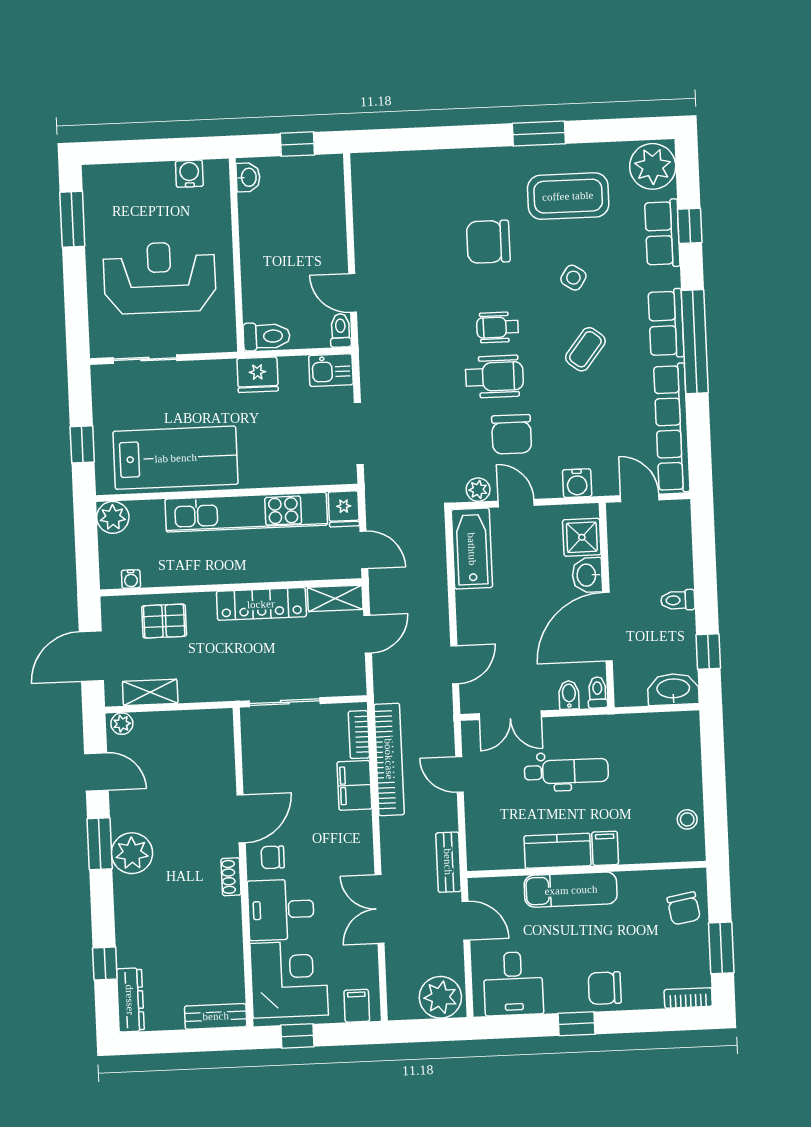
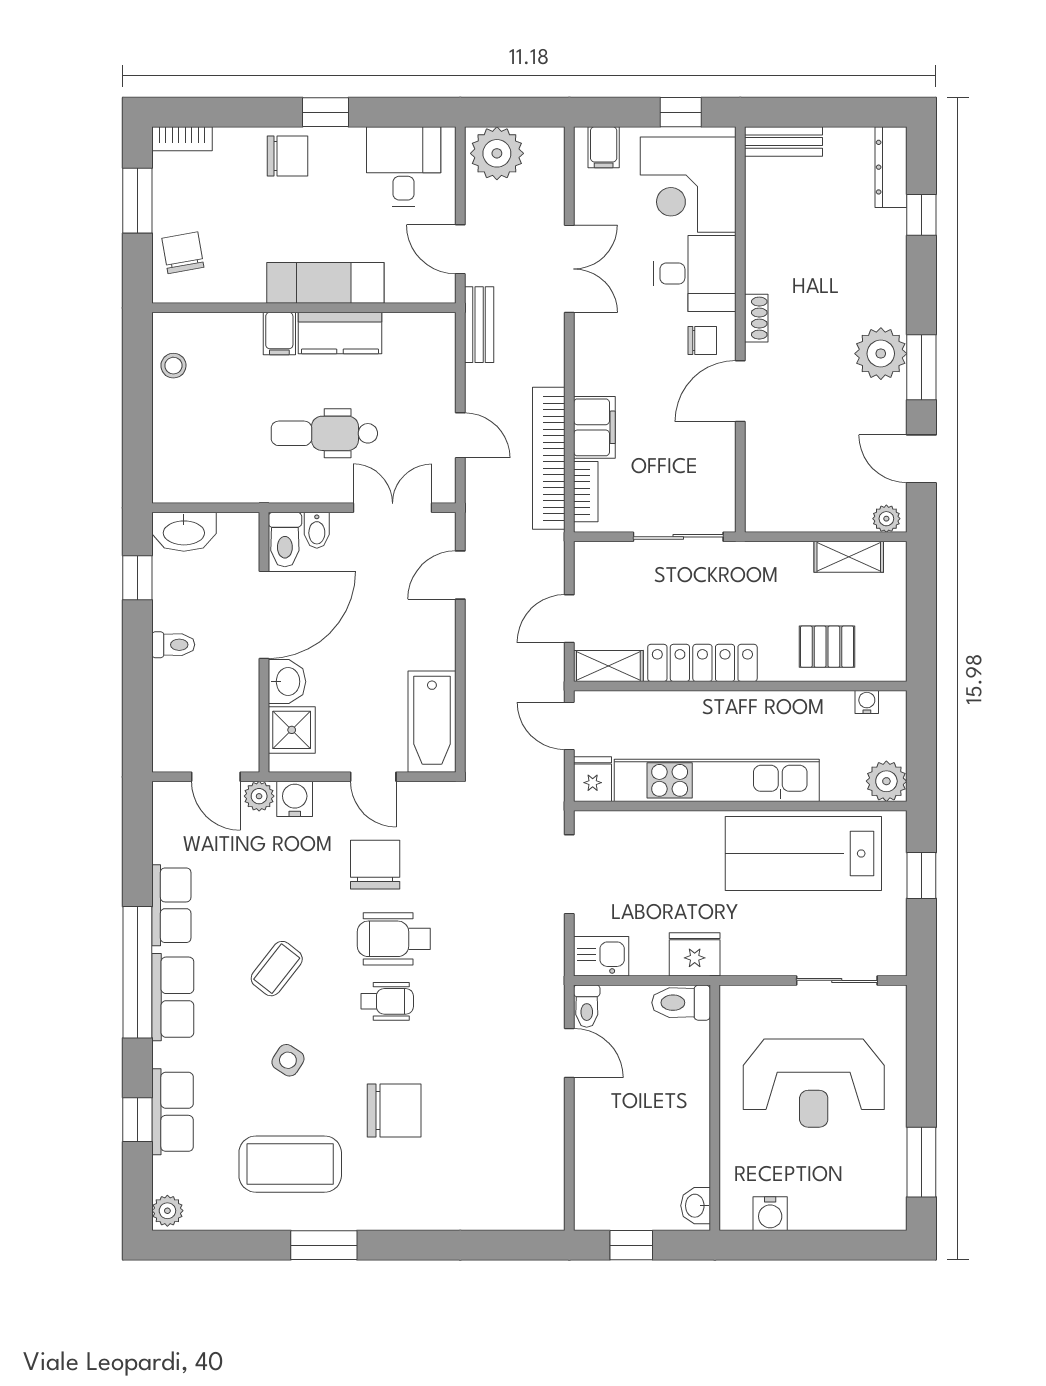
plant: (653, 166) -> (167, 1211), width x0.53, depth x0.53
row of seats: (672, 428) -> (171, 905), width x0.50
plant: (478, 490) -> (259, 796), moved
door: (91, 656) -> (921, 606), removed
toilet: (597, 692) -> (285, 540), width x1.37, depth x1.39

